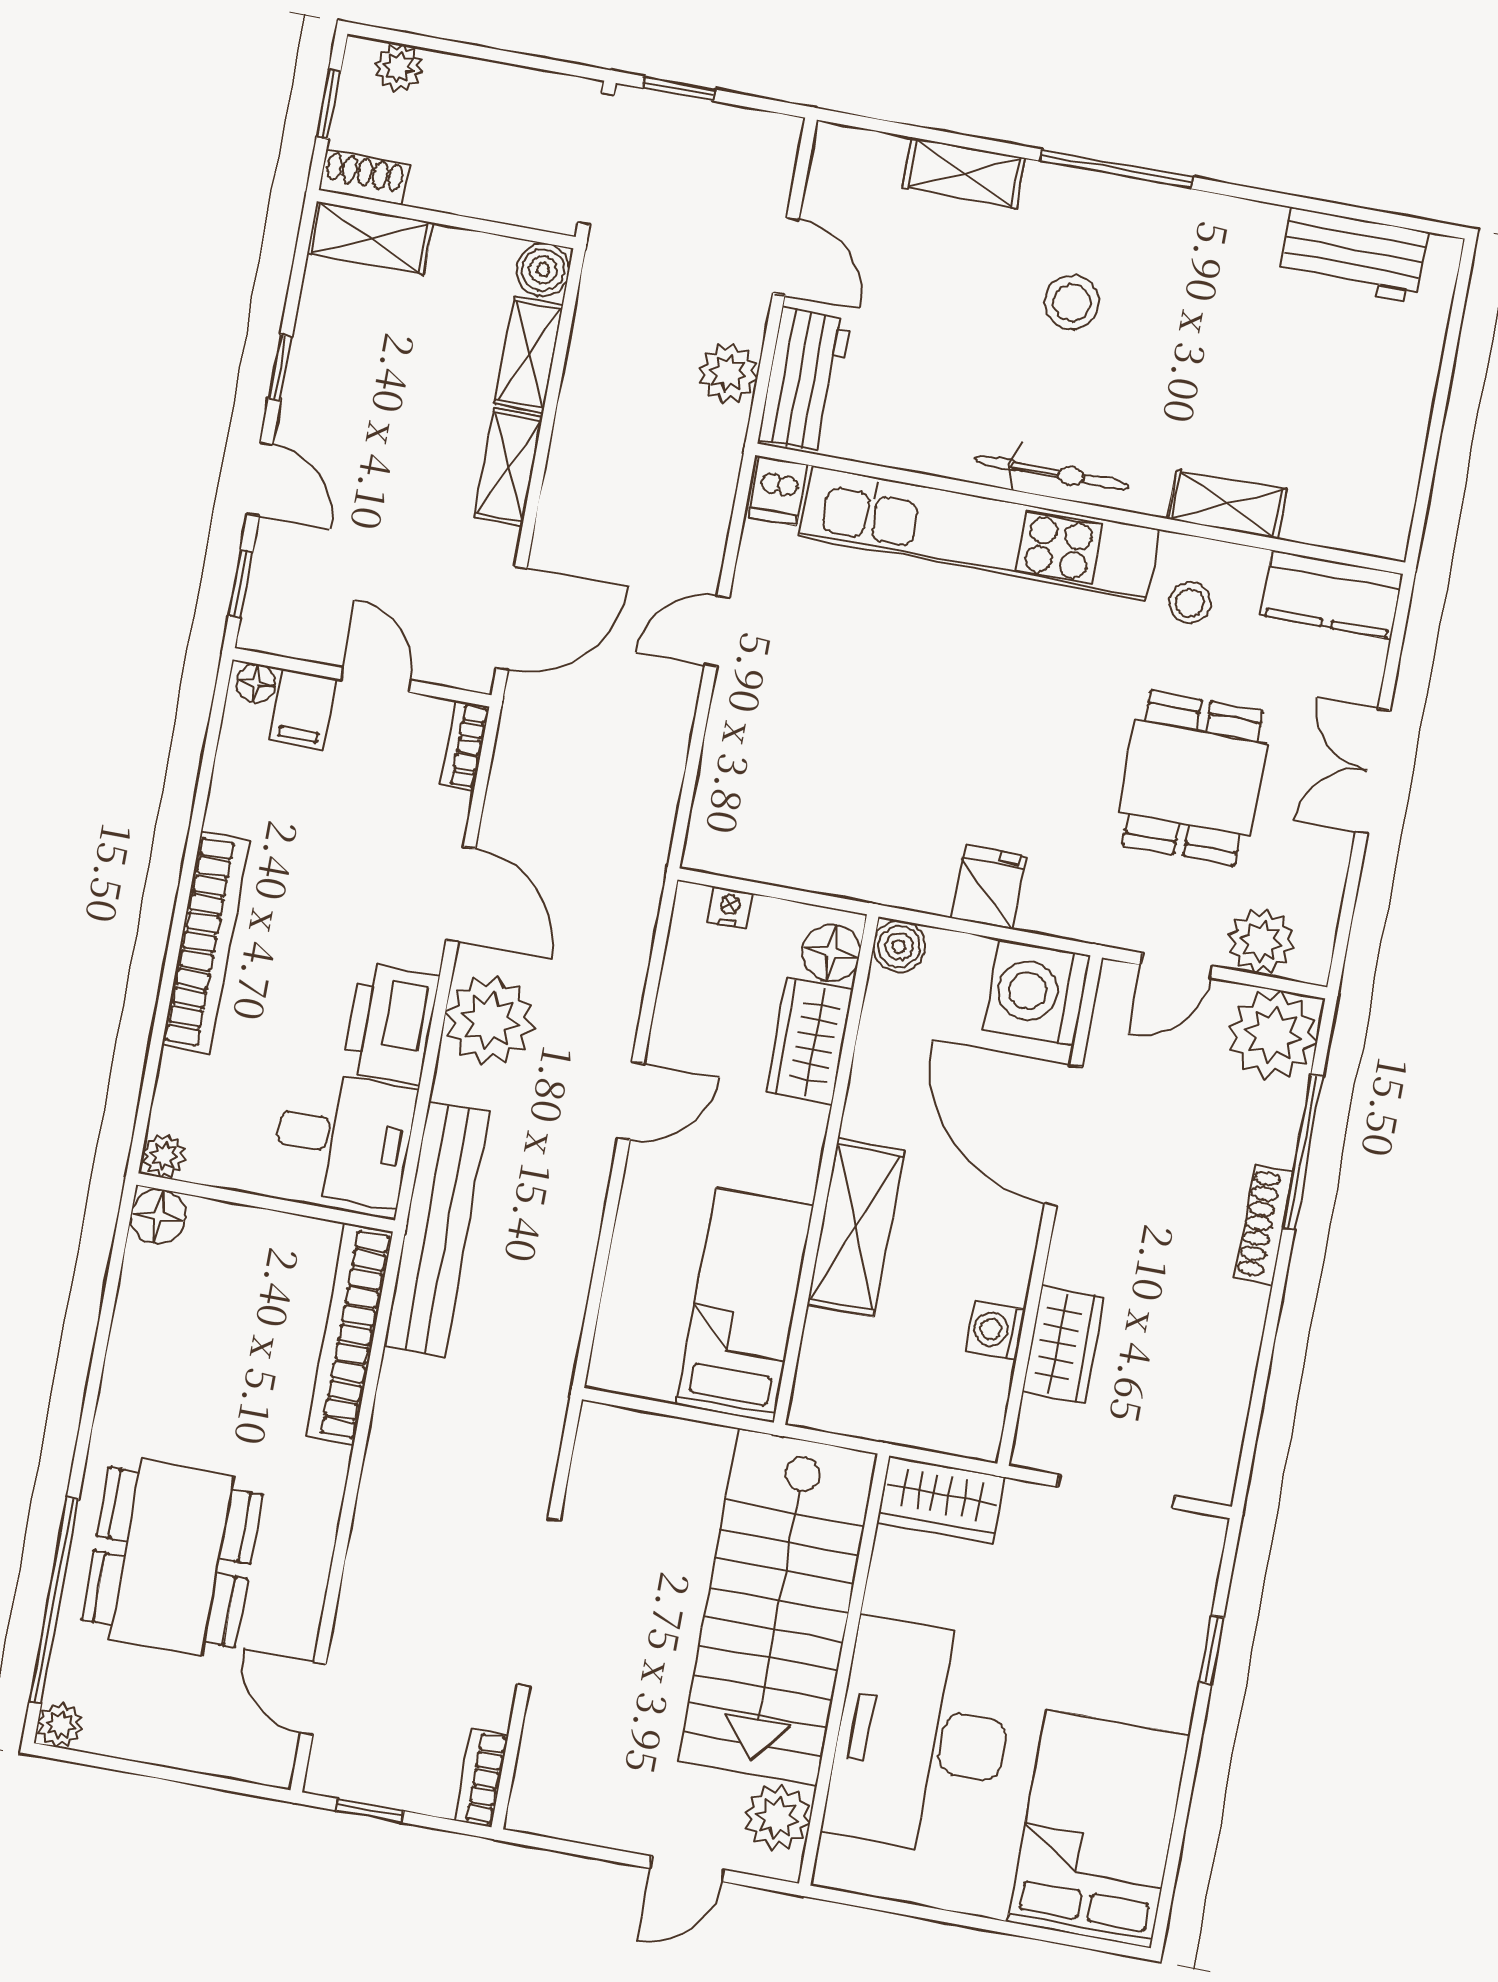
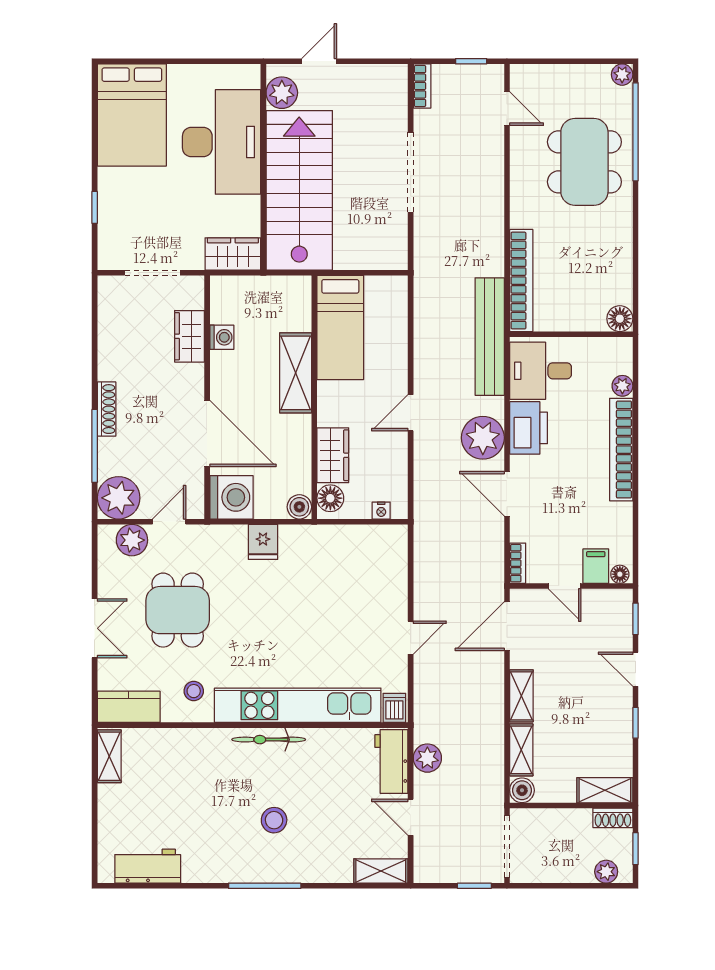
shelving: (964, 173) -> (381, 871), moved
shelving: (1227, 504) -> (109, 756), moved, turned 90
plant: (164, 1156) -> (622, 386), moved

